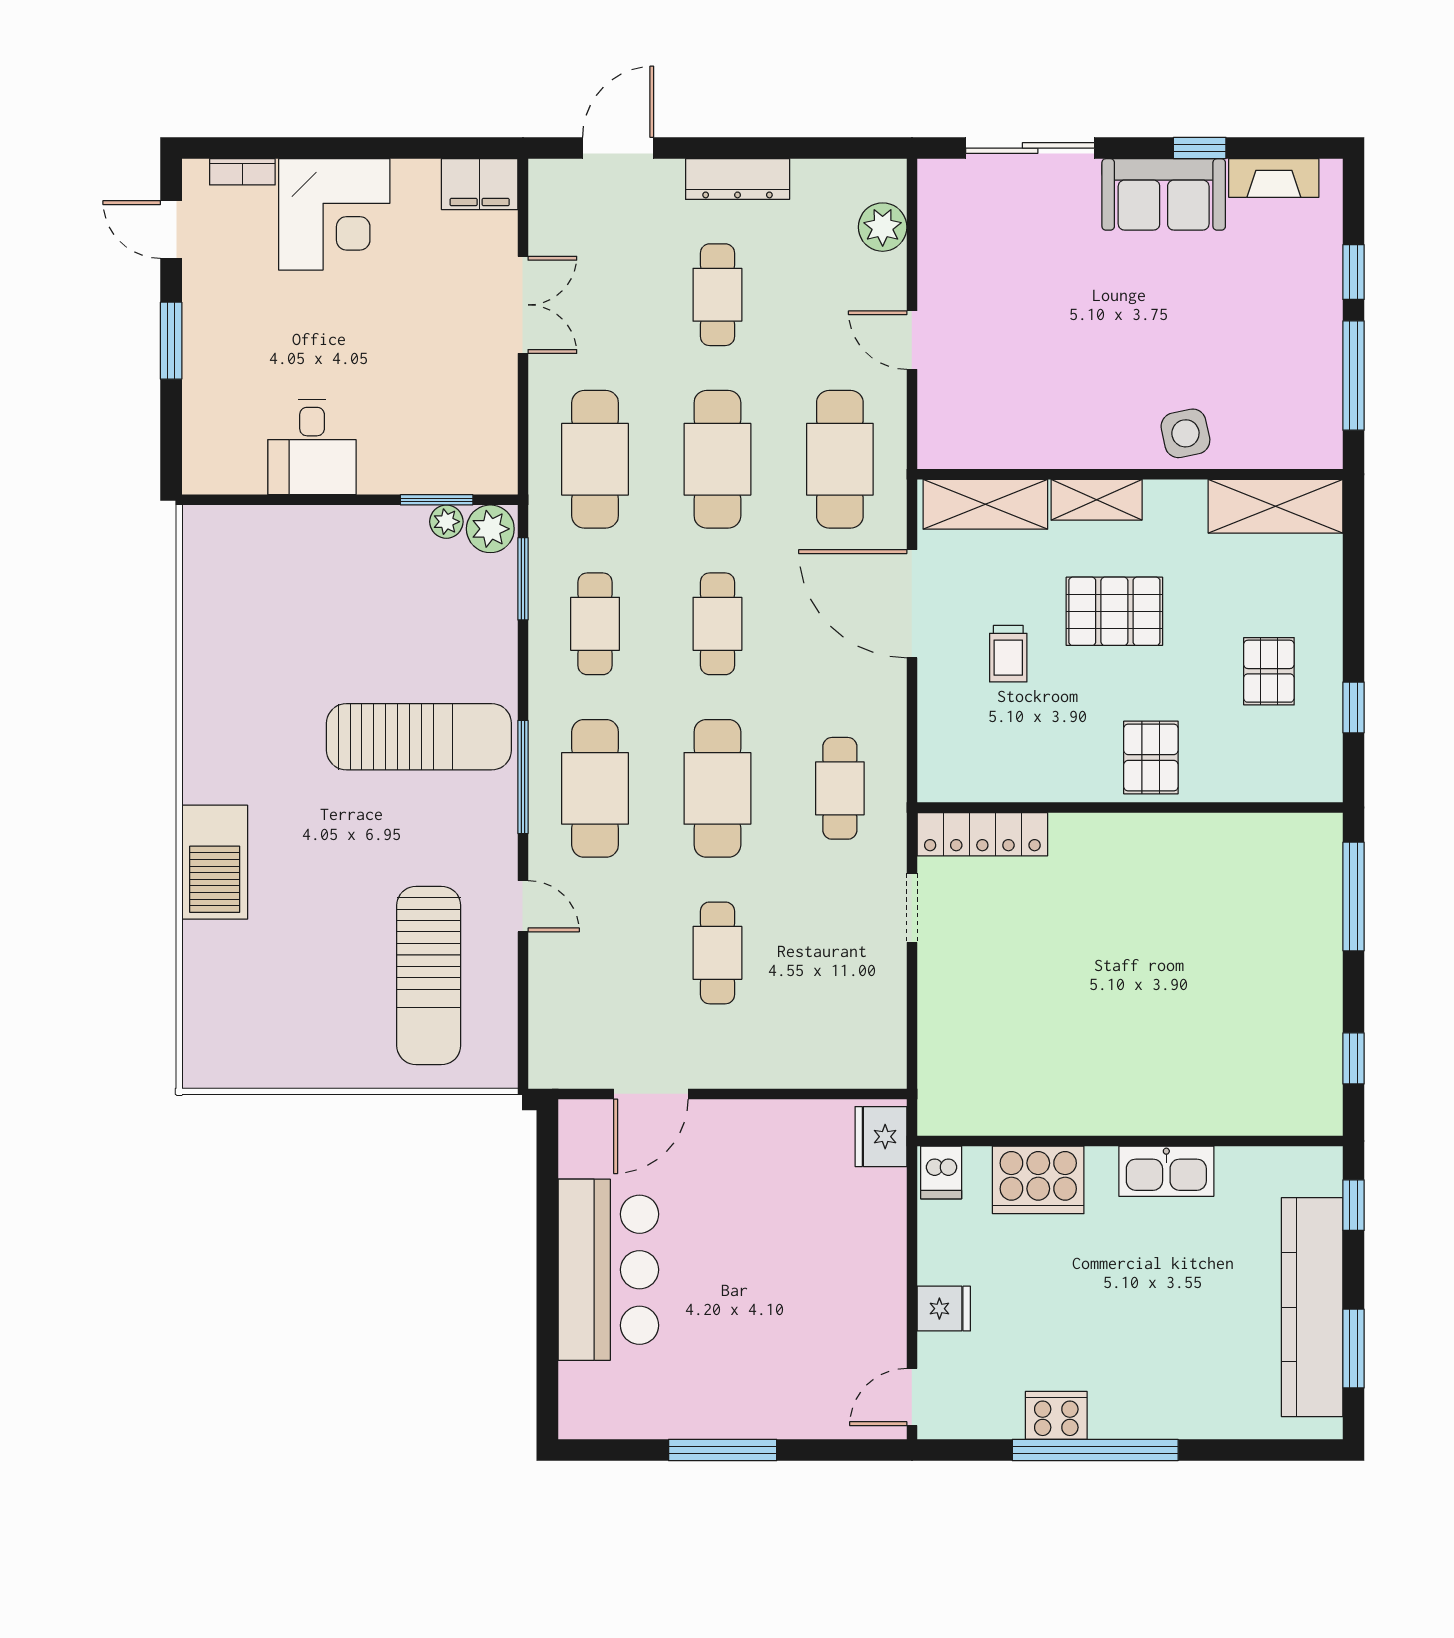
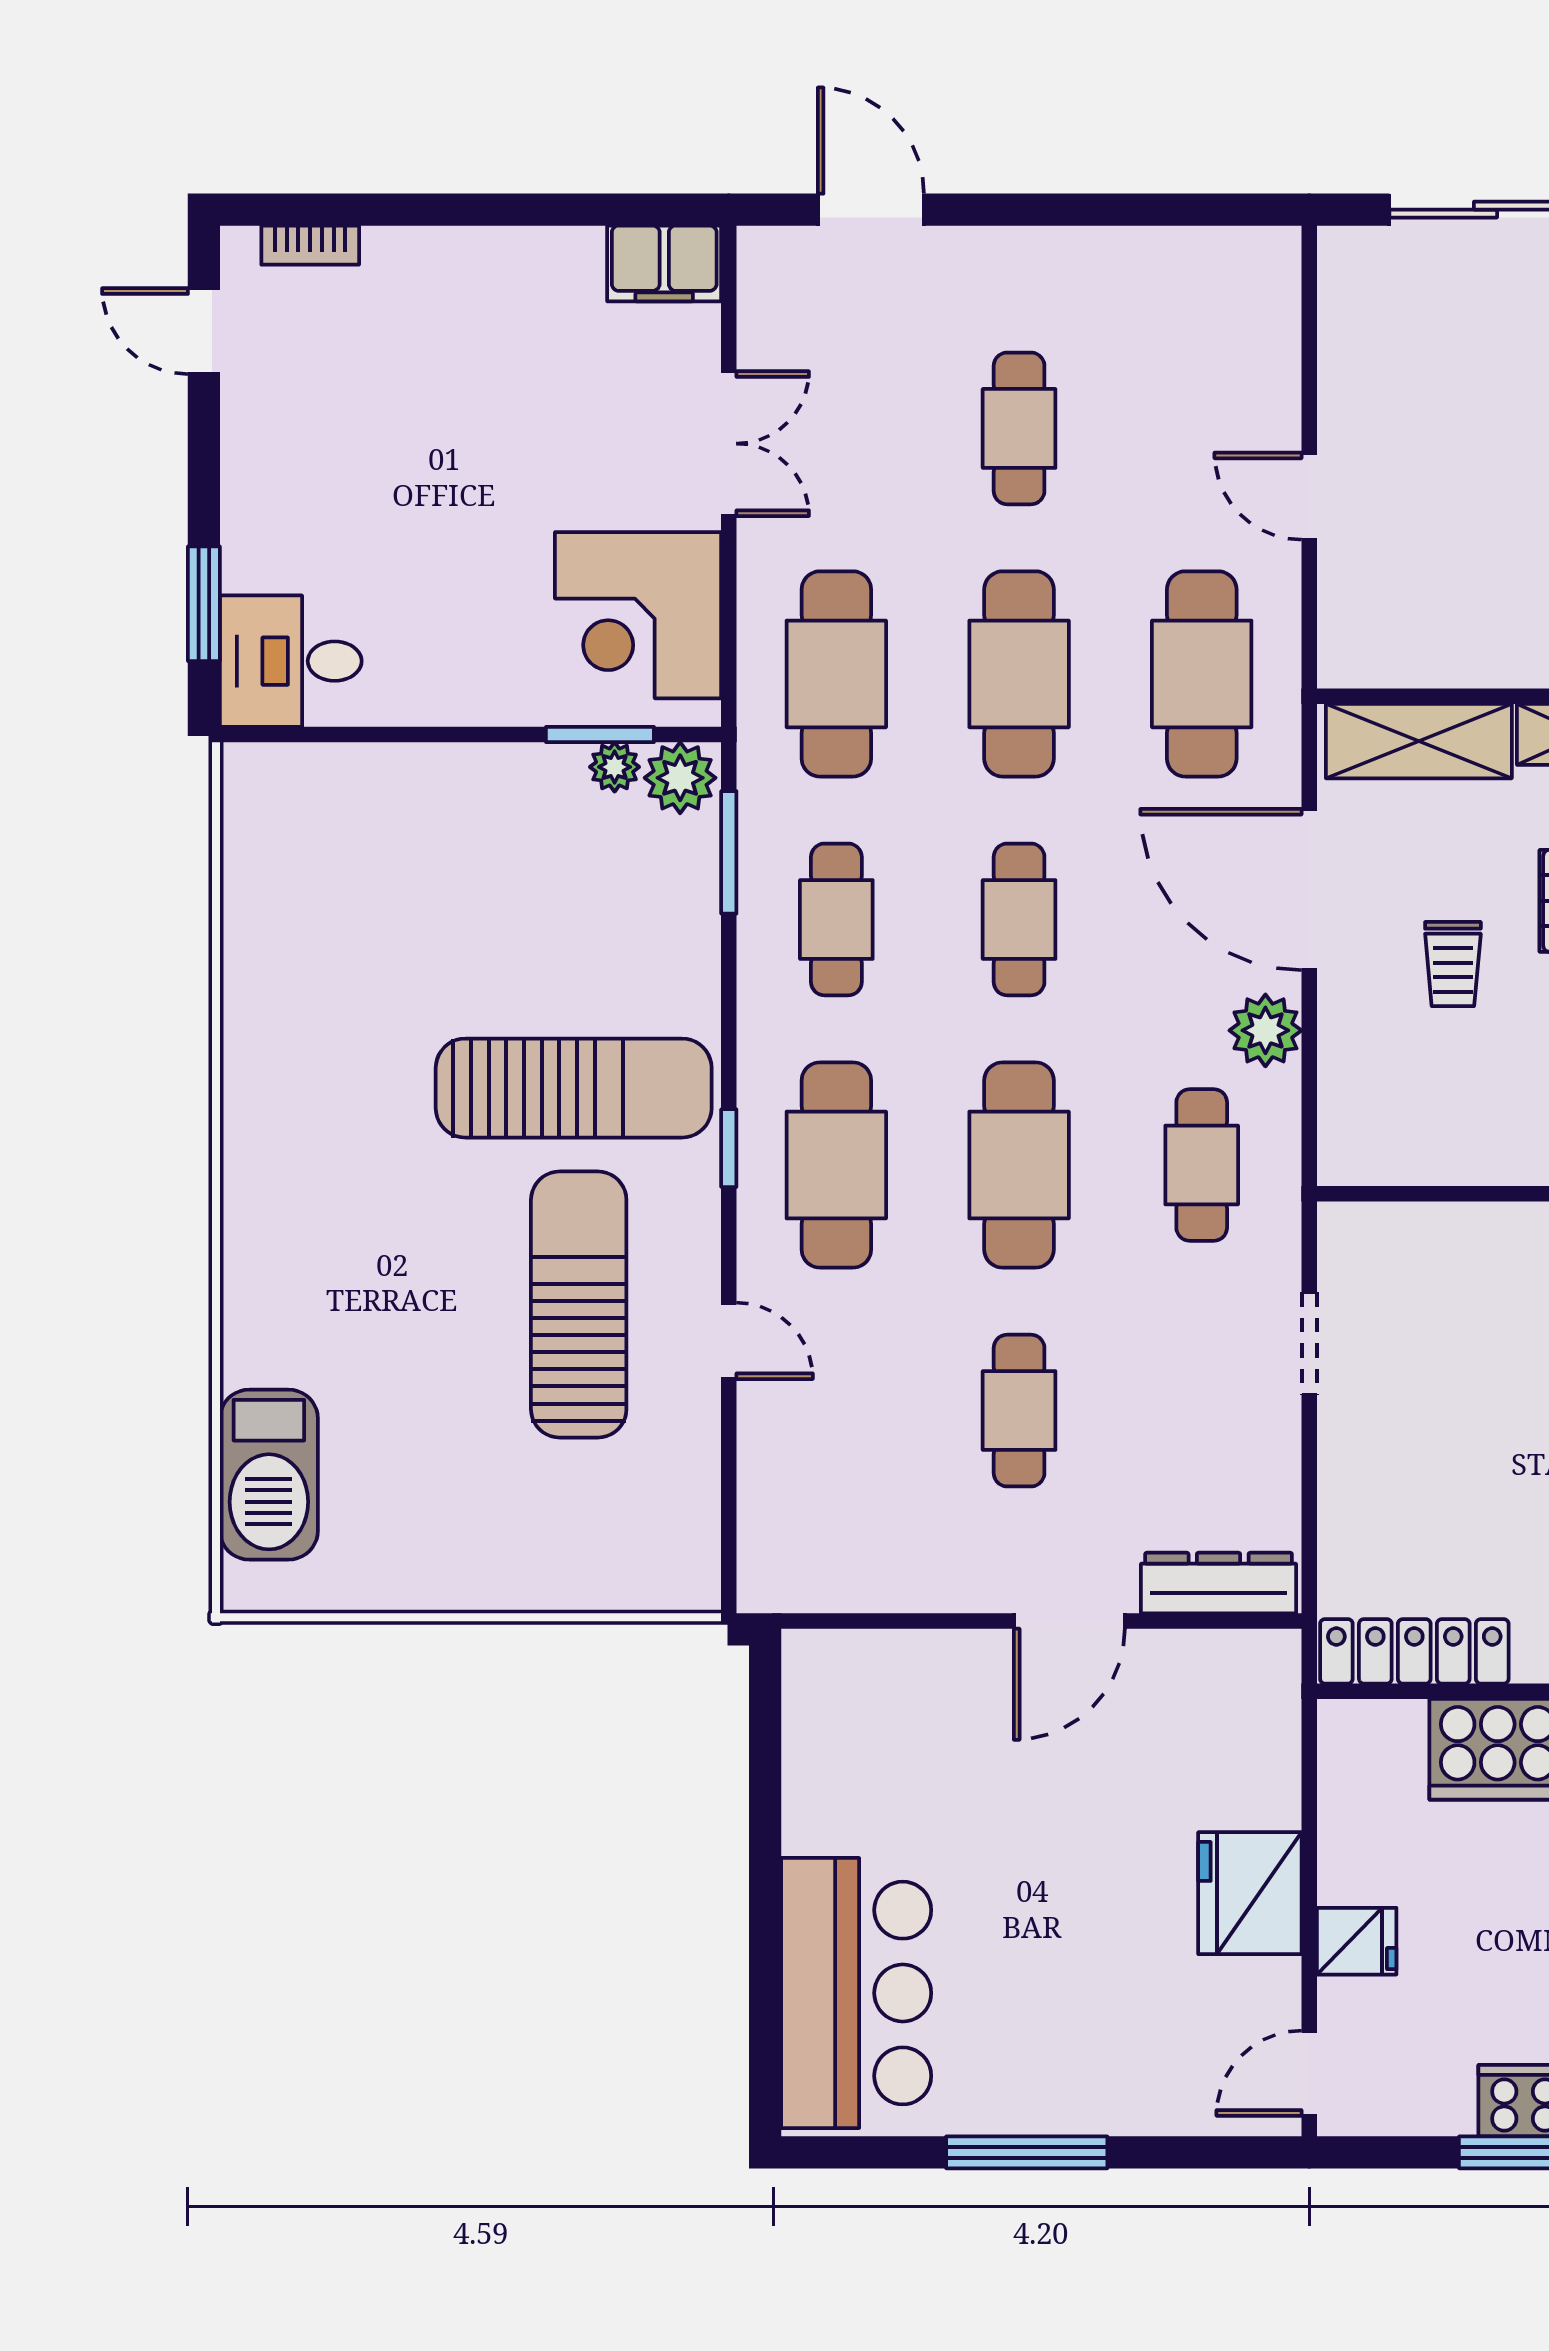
door: (618, 148) -> (871, 210), hinge flipped
dresser: (738, 179) -> (1219, 1583), moved, turned 180
corner desk: (334, 214) -> (638, 615), moved, turned 90
plant: (883, 227) -> (1265, 1030), moved
window: (171, 341) -> (204, 604), moved
desk: (312, 447) -> (291, 661), moved, turned 90
window: (523, 777) -> (729, 1148), width x0.46
locker: (982, 834) -> (1414, 1651), moved, turned 180
barbecue: (215, 862) -> (269, 1475), moved
sun lounger: (429, 975) -> (579, 1305), moved, turned 180
door: (651, 1094) -> (1069, 1621), moved
fridge: (881, 1137) -> (1250, 1893), moved, width x1.36, depth x1.34
dishwasher: (941, 1172) -> (1353, 1738), removed
bar counter: (608, 1270) -> (856, 1993), moved

